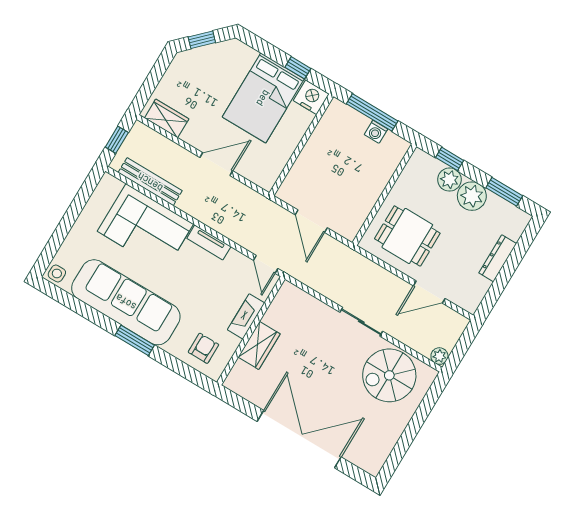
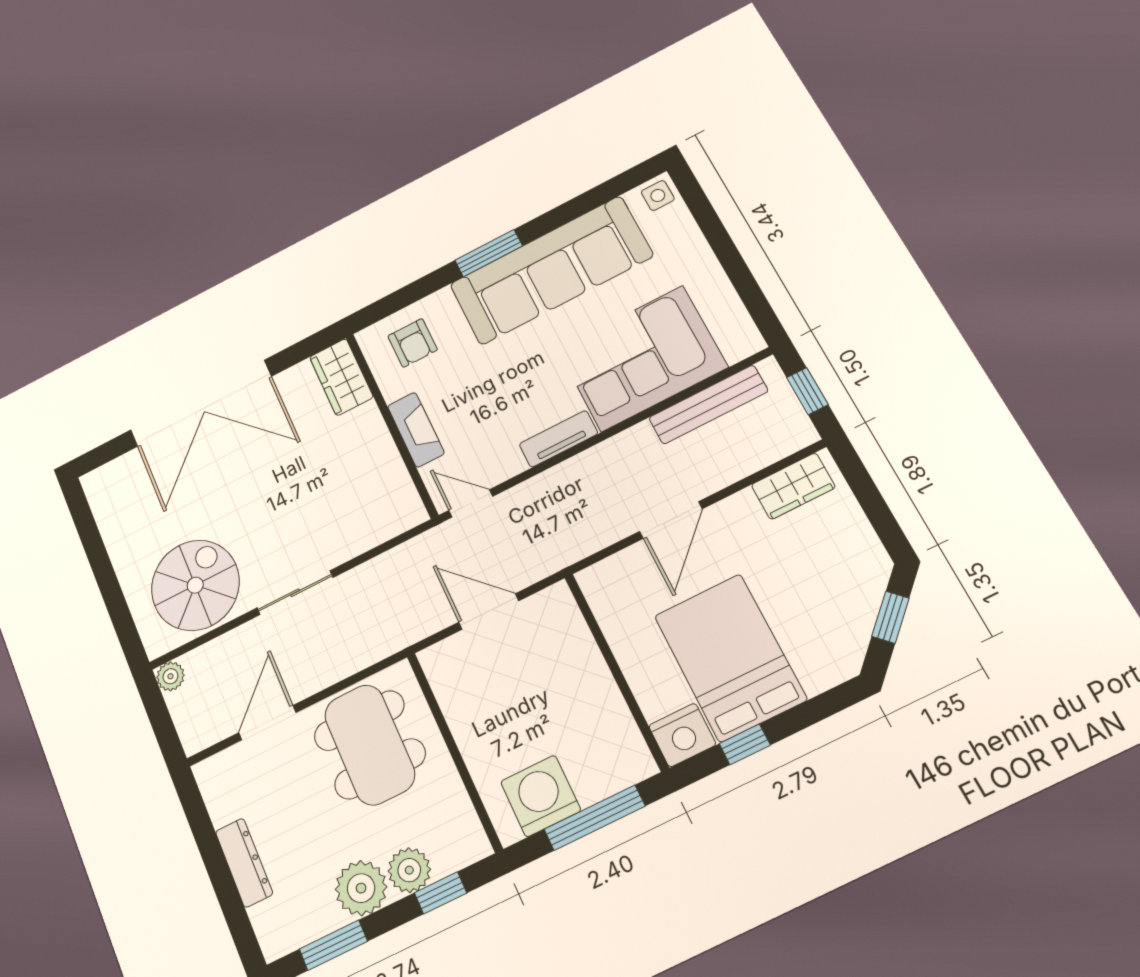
washing machine: (376, 132) -> (541, 796), width x1.89, depth x1.89
dining table: (407, 236) -> (370, 745), width x1.38
wardrobe: (259, 345) -> (341, 377), moved

